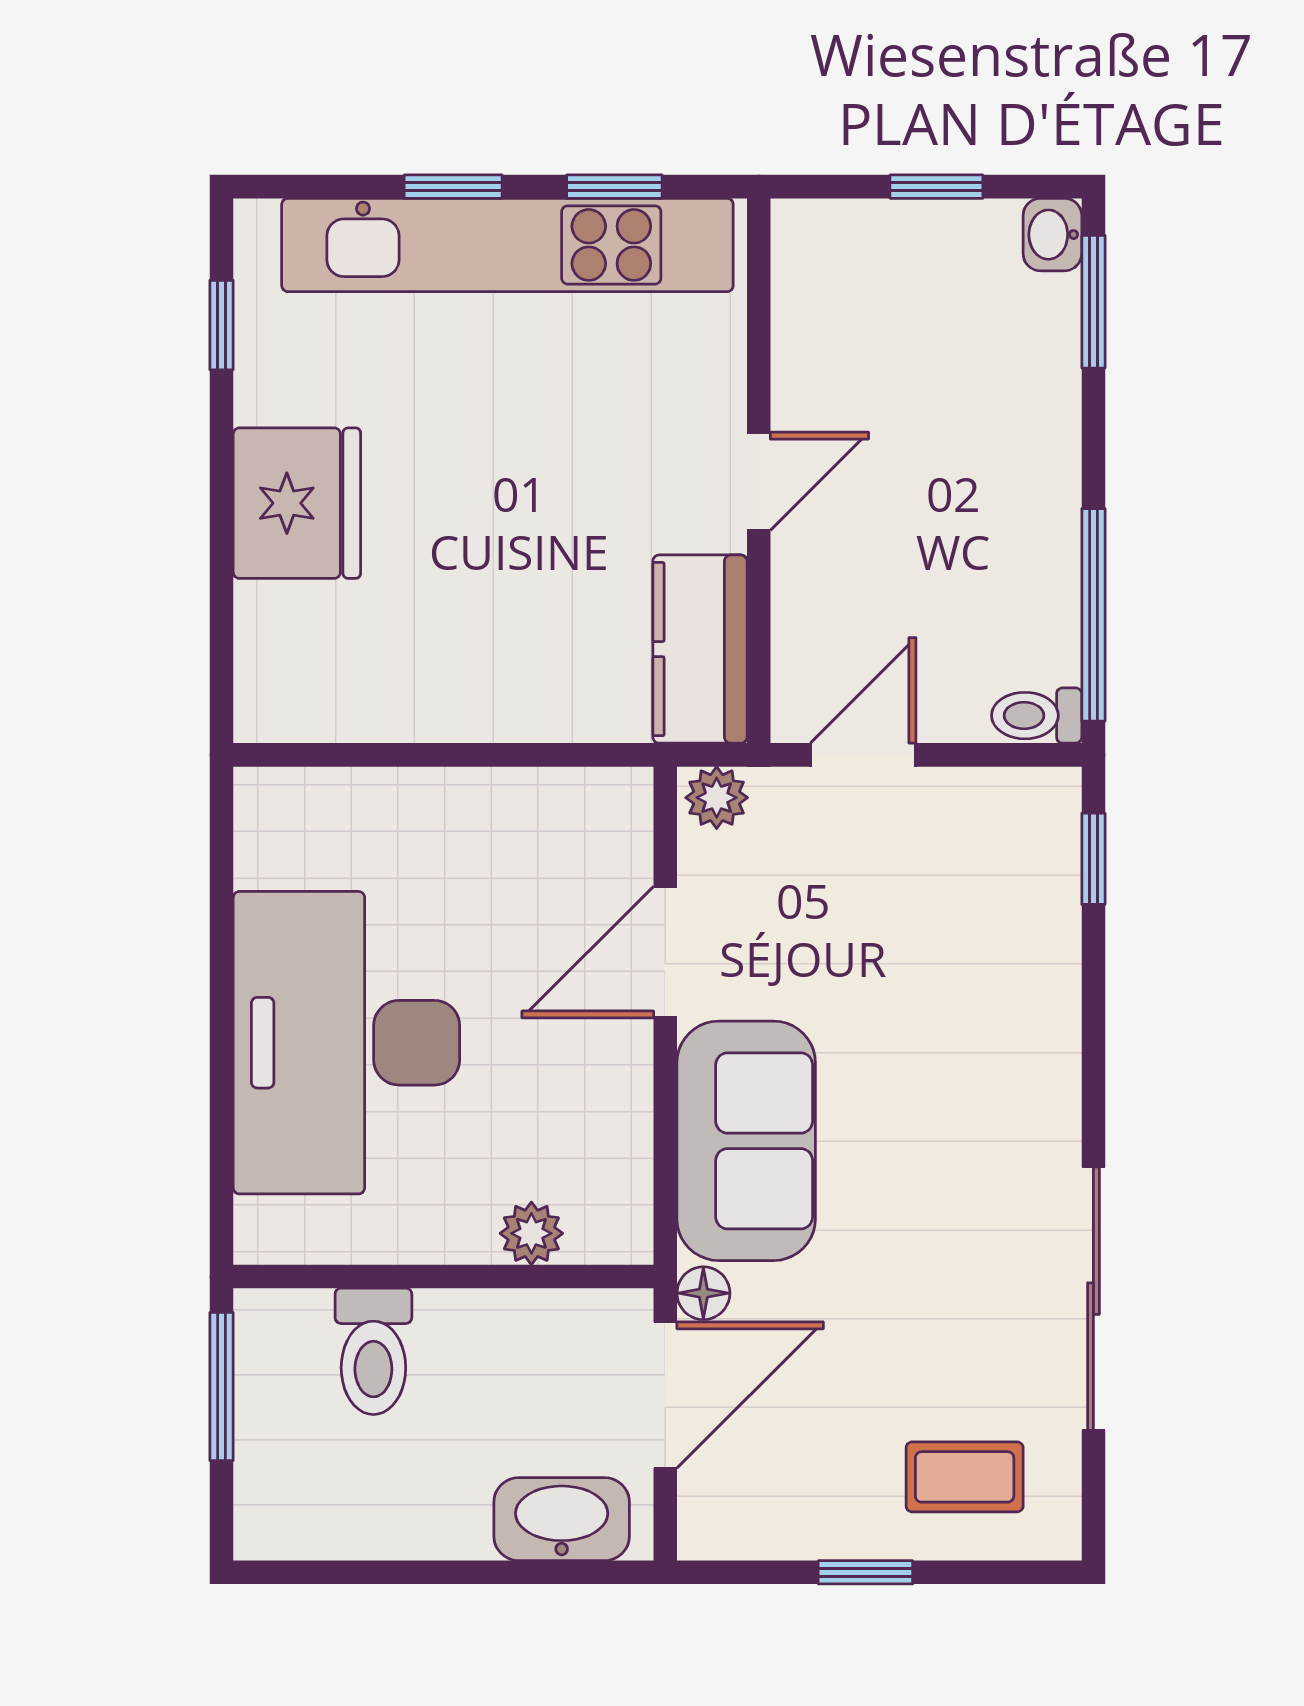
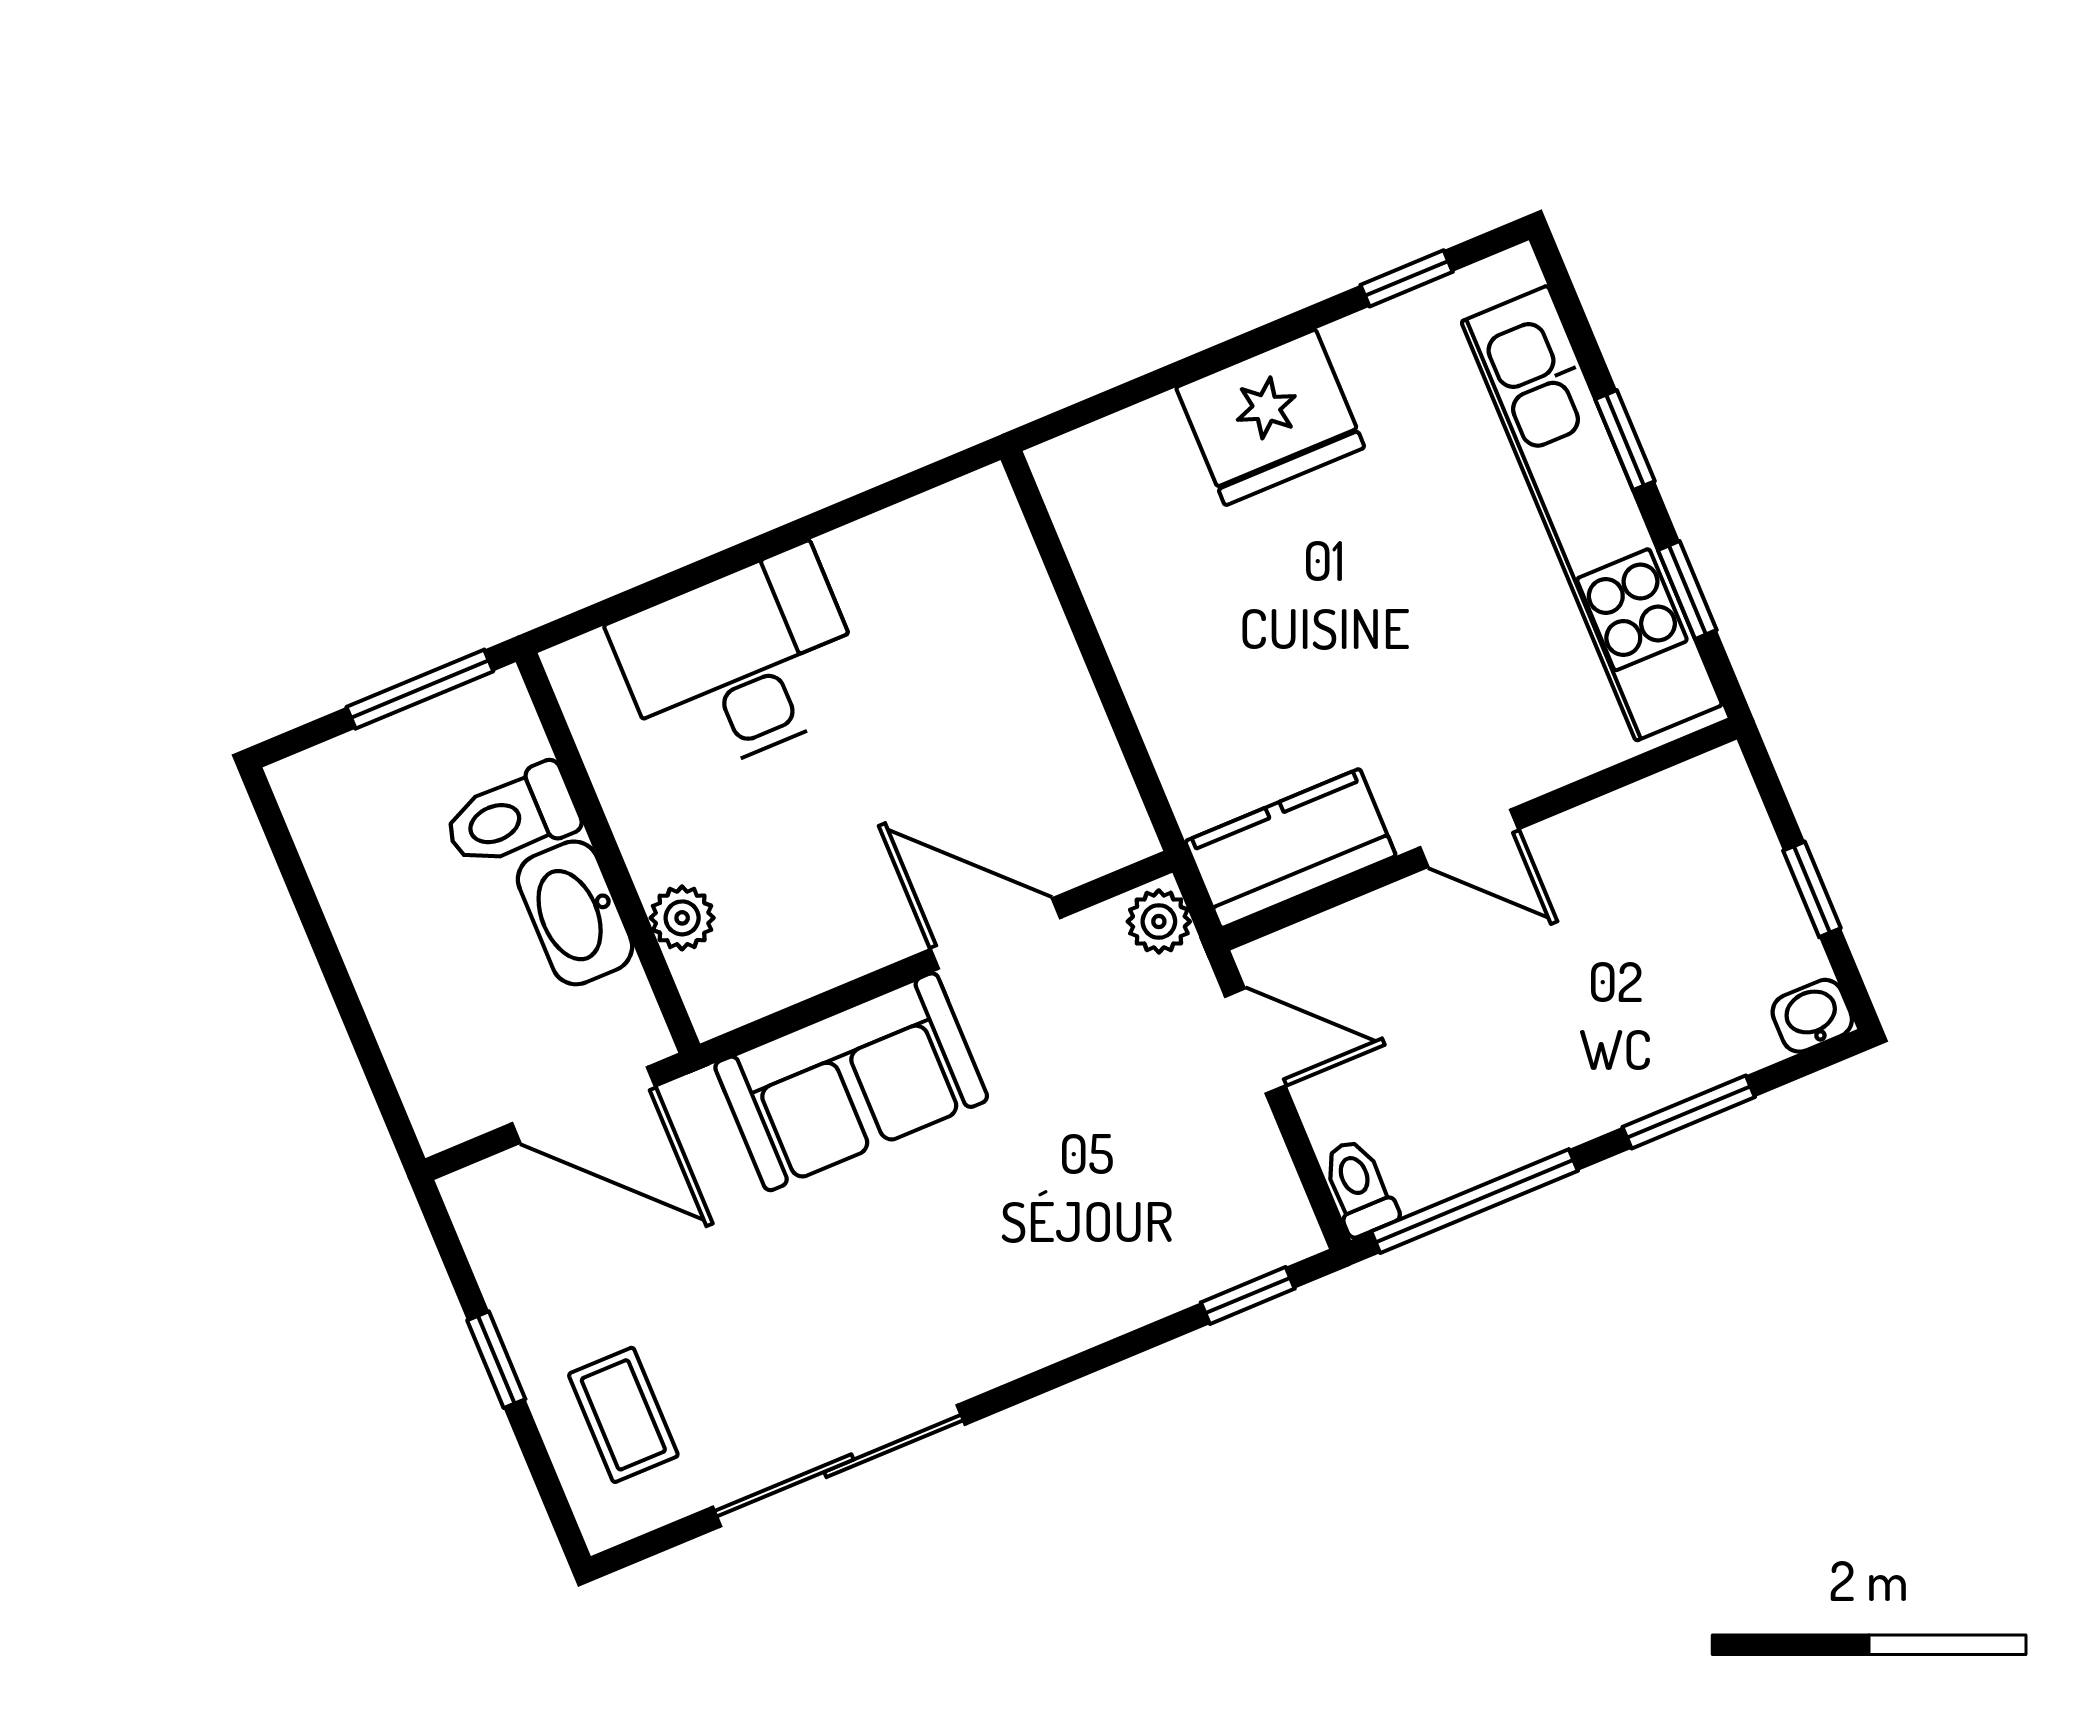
window: (1093, 302) -> (1689, 1112), moved
desk: (346, 1043) -> (740, 664), width x0.73, depth x0.77
floor lamp: (703, 1293) -> (693, 1101), removed
washbasin: (562, 1519) -> (575, 913), moved, turned 180

